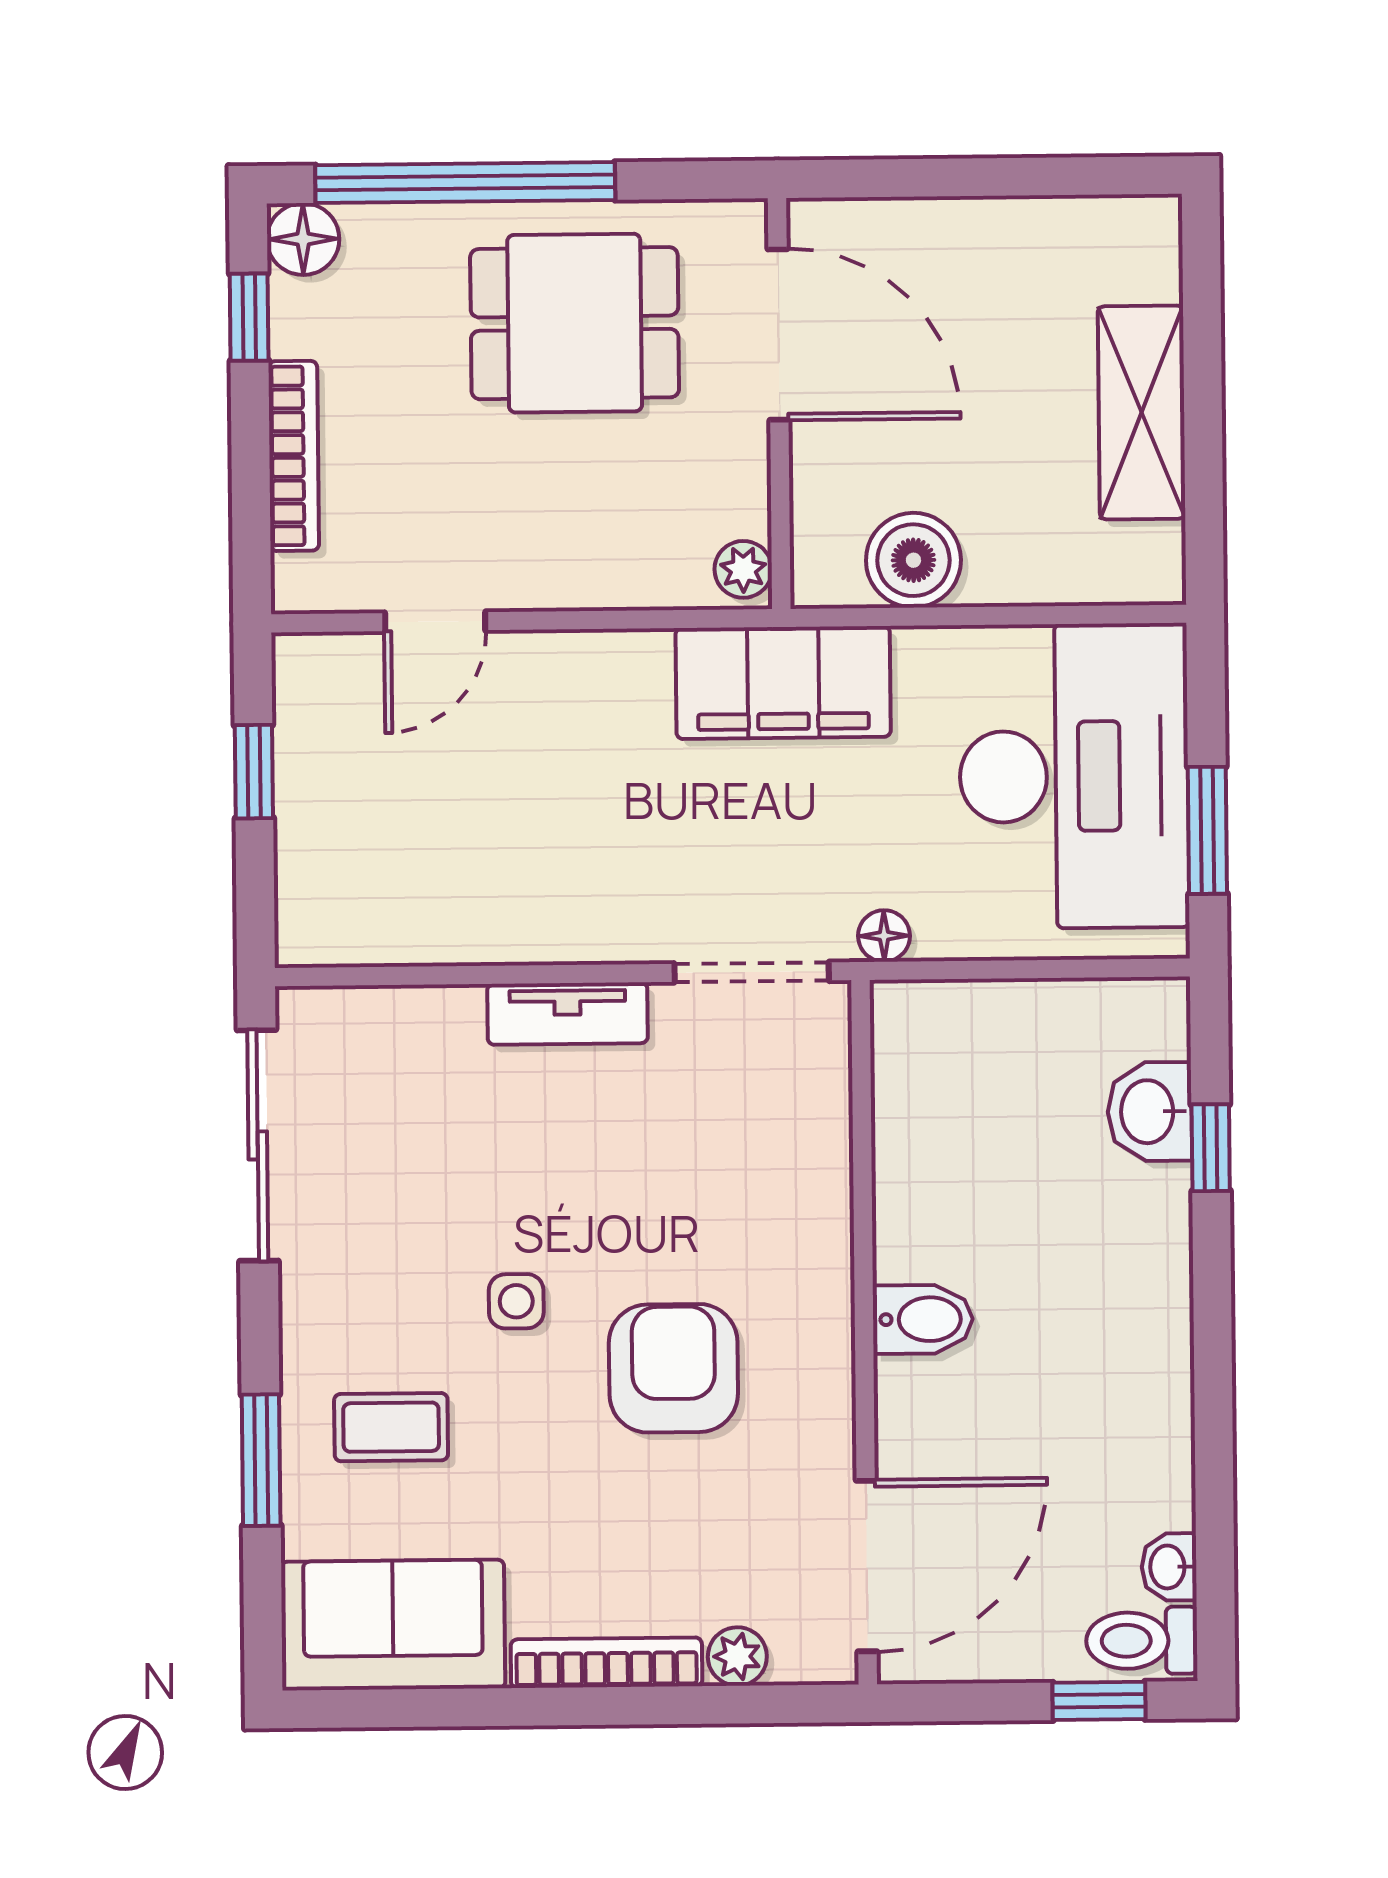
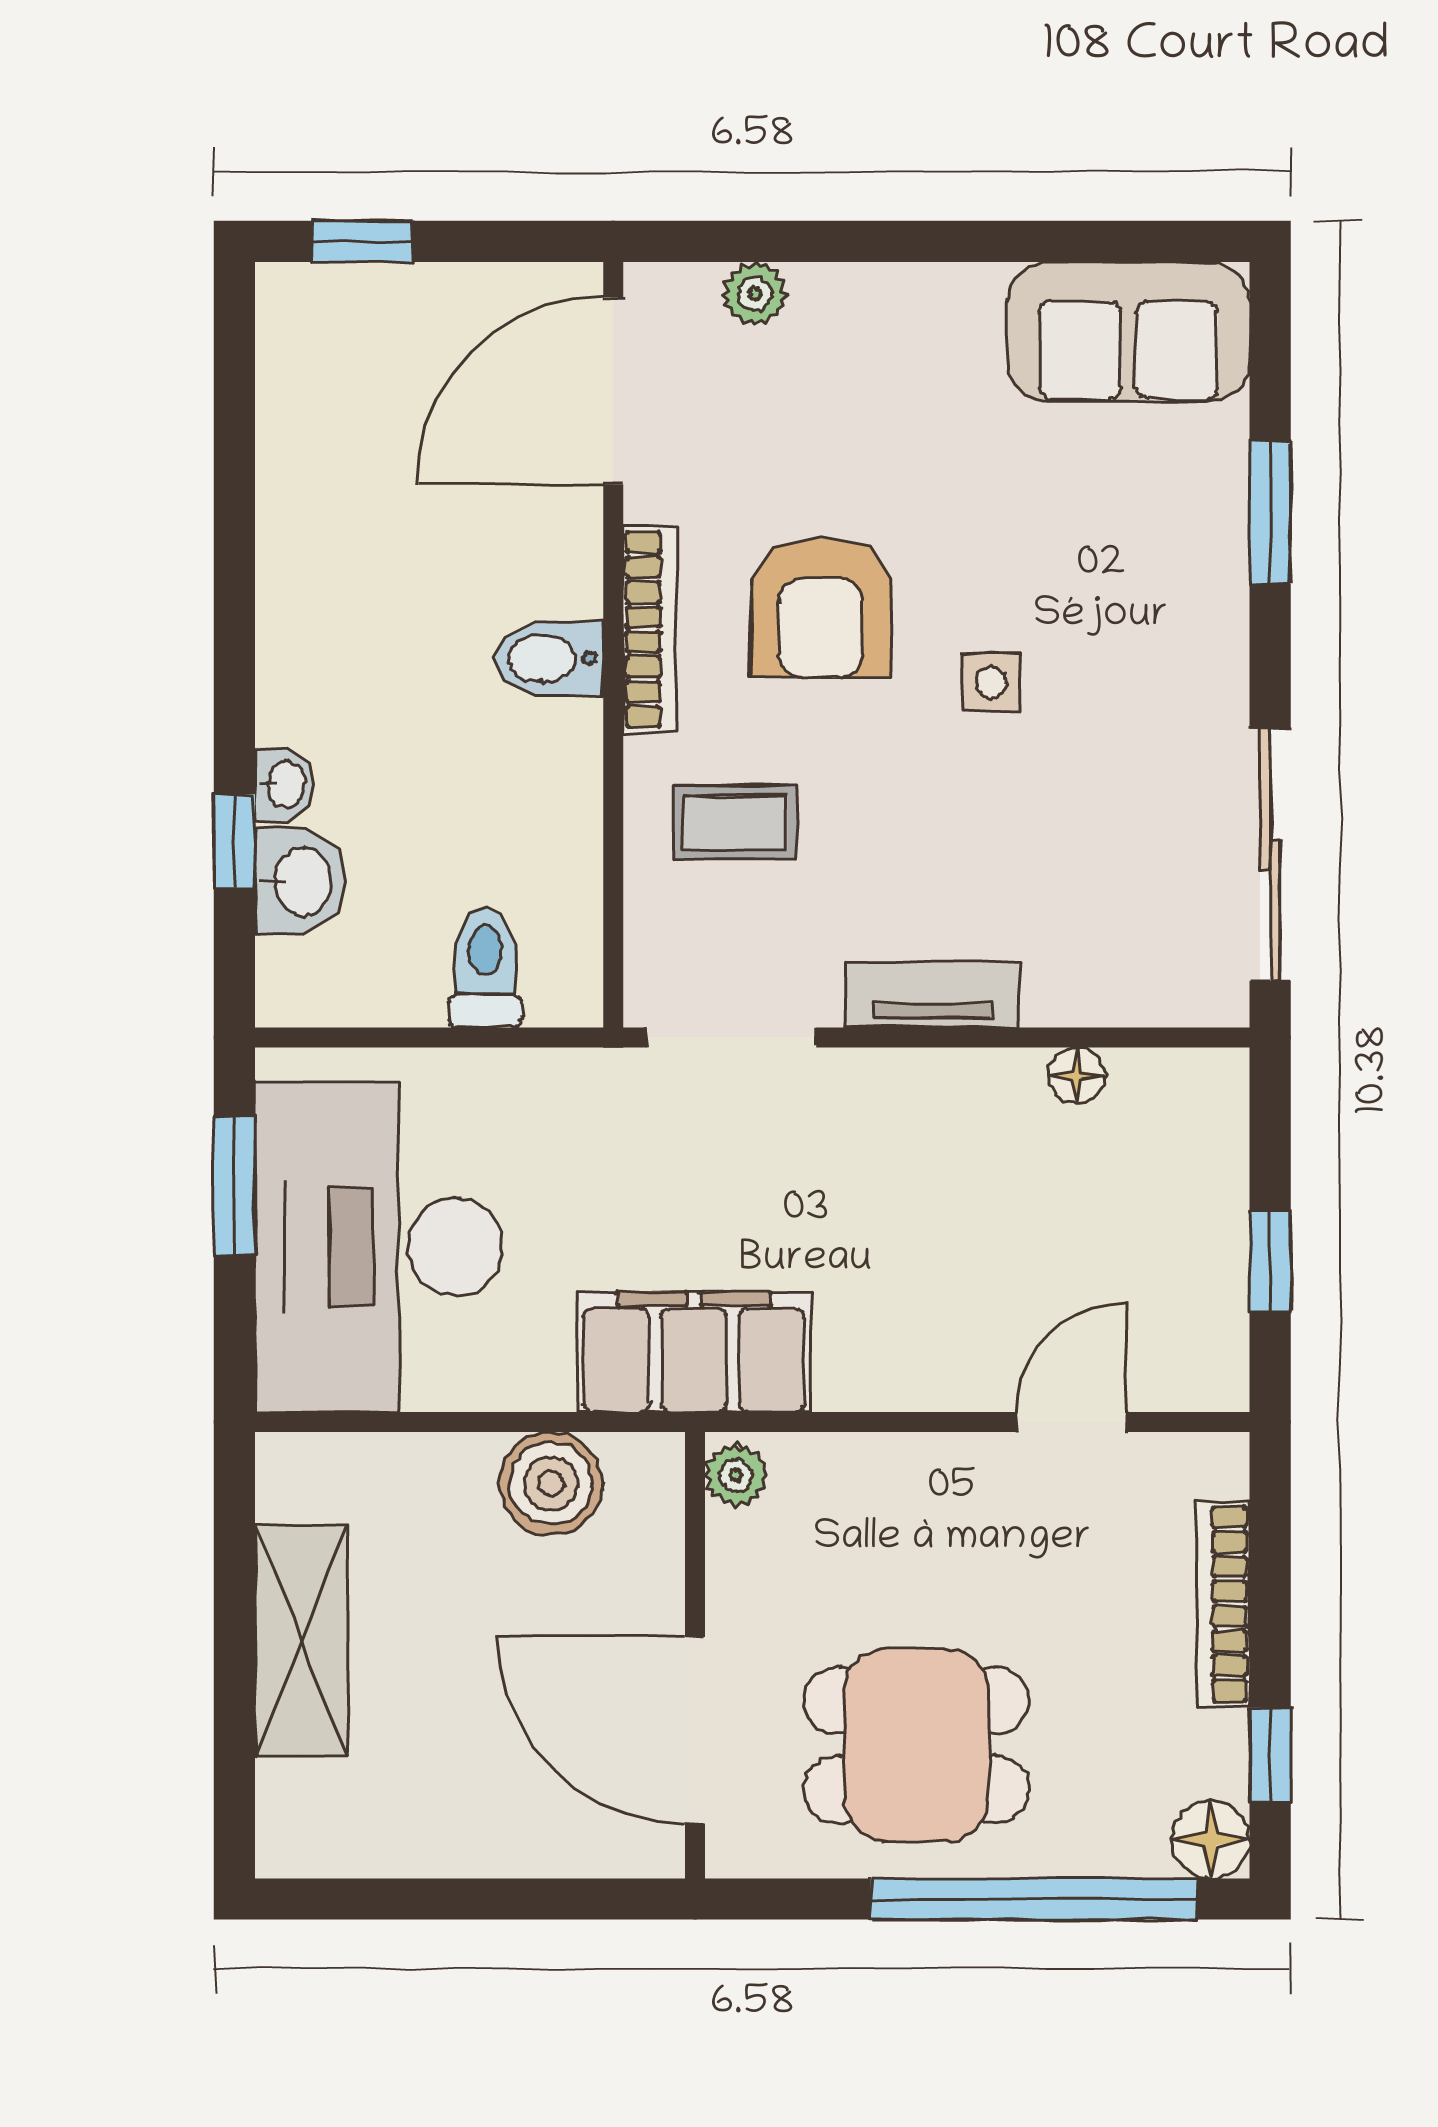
floor lamp: (884, 936) -> (1077, 1075), moved
coffee table: (391, 1427) -> (735, 823), moved
washbasin: (1169, 1567) -> (285, 784), moved
toilet: (1142, 1641) -> (485, 968), moved, turned -90
bookcase: (606, 1663) -> (650, 629), moved, turned -90

